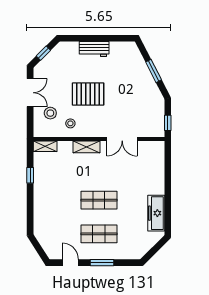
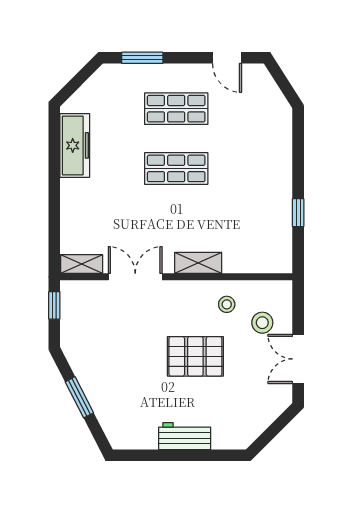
window: (43, 53) -> (275, 429), removed
shelving: (45, 146) -> (82, 264), moved
window: (102, 263) -> (142, 58), moved

